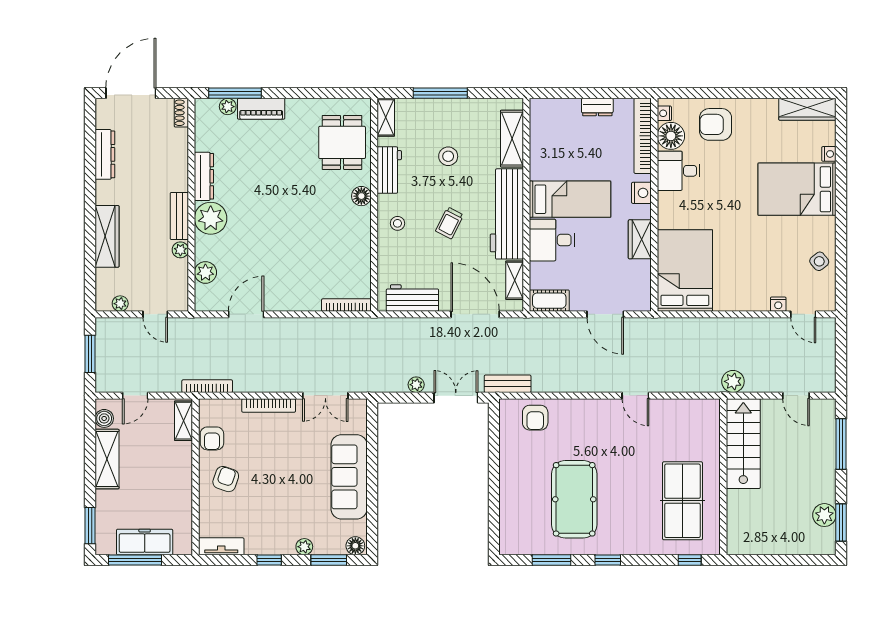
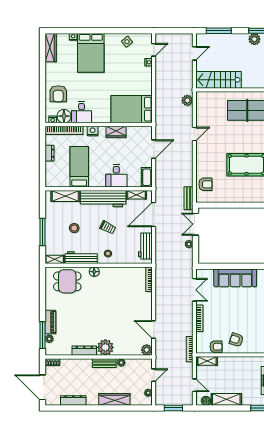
workbench: (389, 170) -> (81, 258), width x1.38
bed: (570, 199) -> (79, 167), moved
plant: (205, 272) -> (147, 350), moved
plant: (733, 381) -> (187, 100), moved

